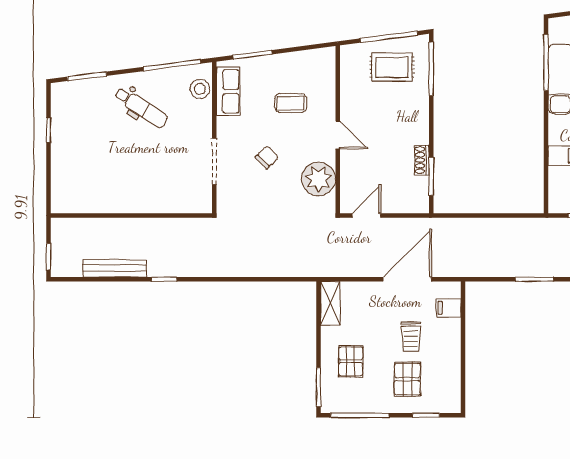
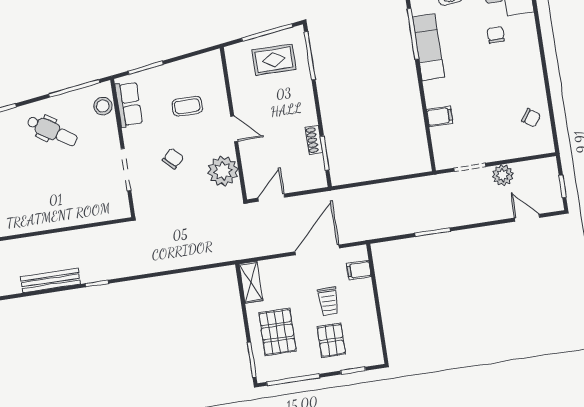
pallet: (351, 361) -> (277, 332), width x1.50, depth x1.42

